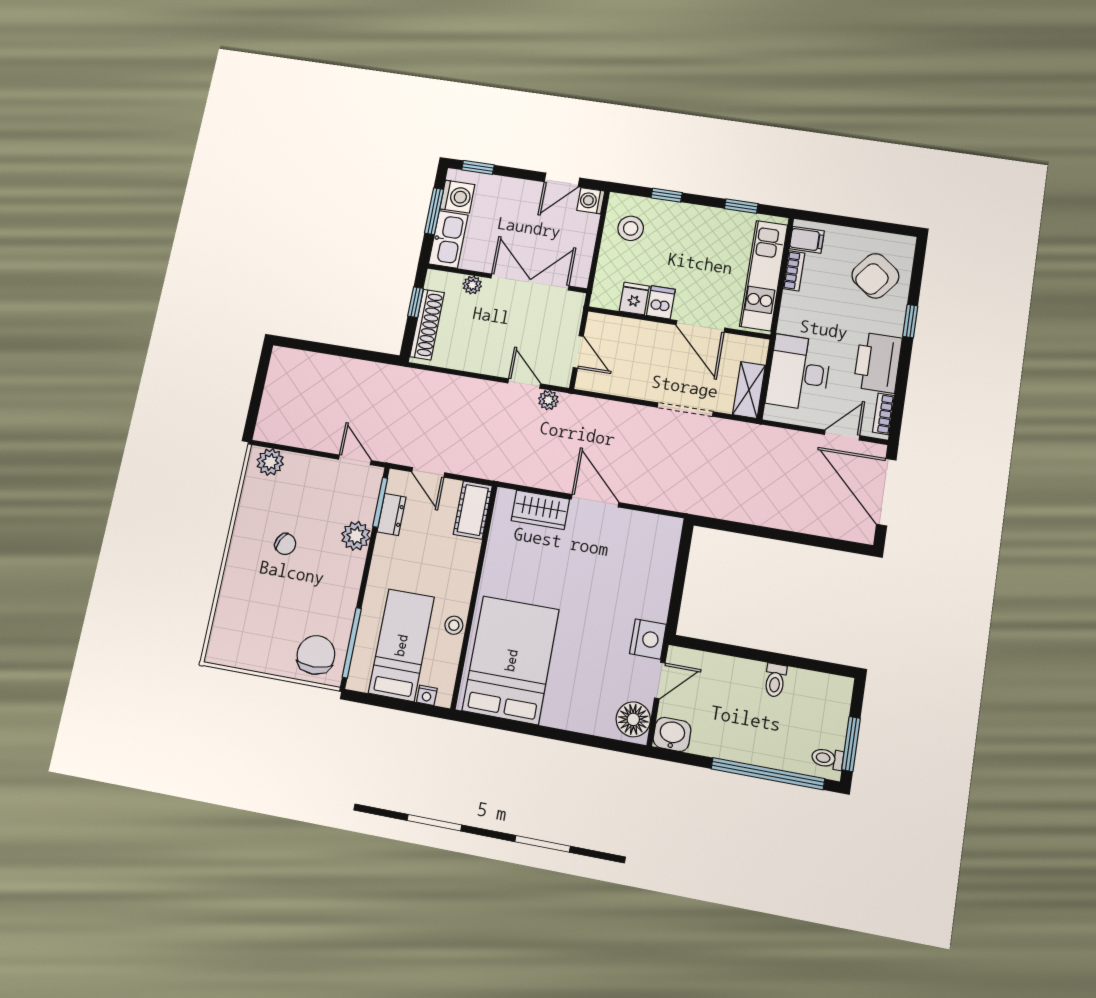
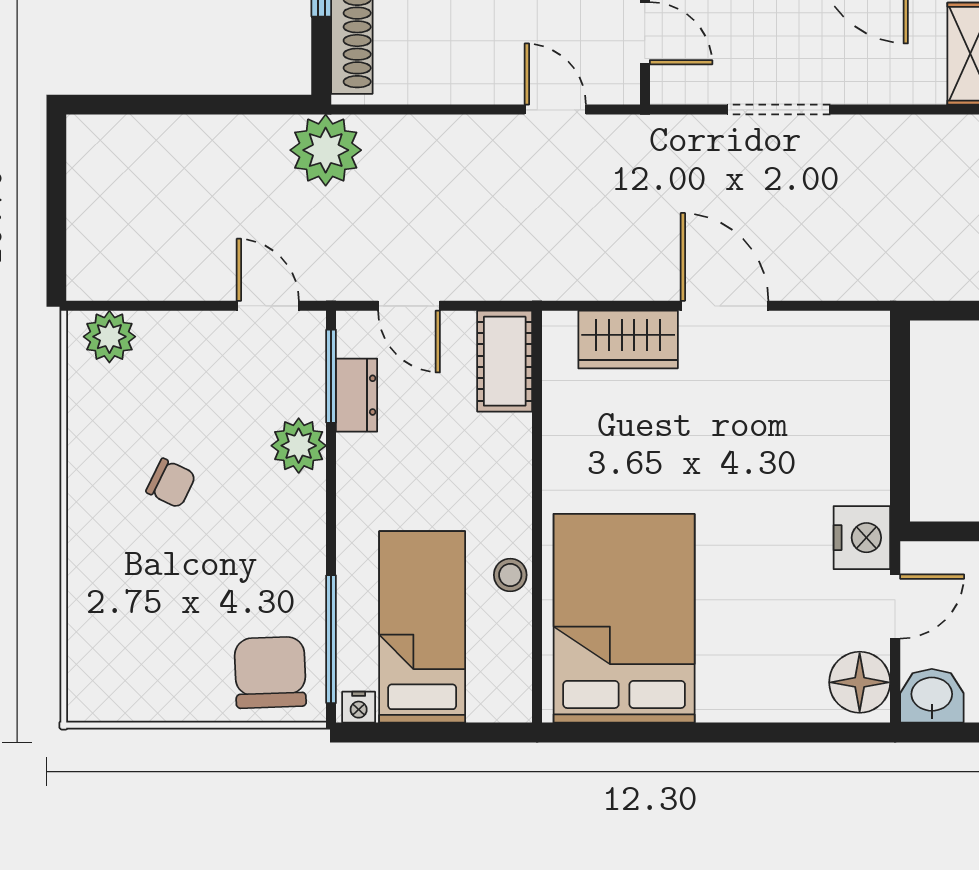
plant: (548, 400) -> (326, 150), moved, width x1.87, depth x1.87
doorway: (685, 410) -> (779, 110), moved
nightstand: (427, 695) -> (359, 707), moved

